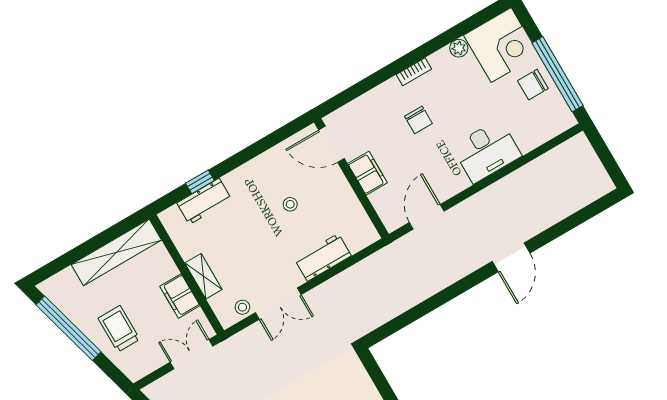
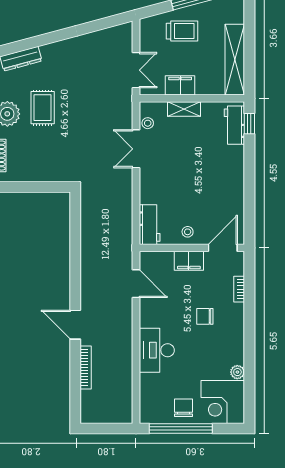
bookcase: (414, 72) -> (239, 289), moved
window: (200, 182) -> (249, 124), moved
workbench: (204, 201) -> (234, 125), moved
stool: (290, 204) -> (188, 232), moved
bookcase: (551, 218) -> (86, 367), added
workbench: (323, 257) -> (150, 225), moved

